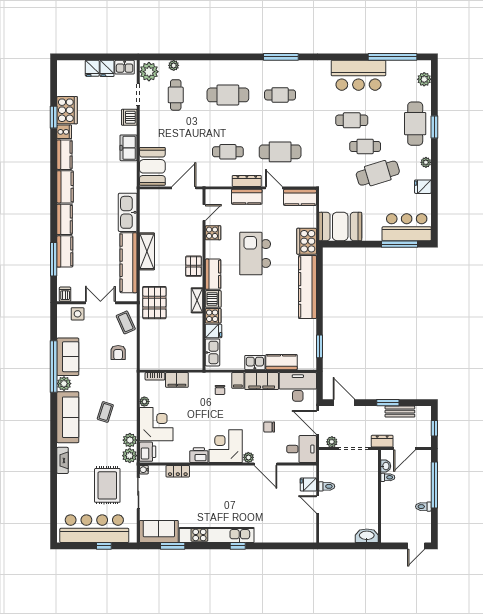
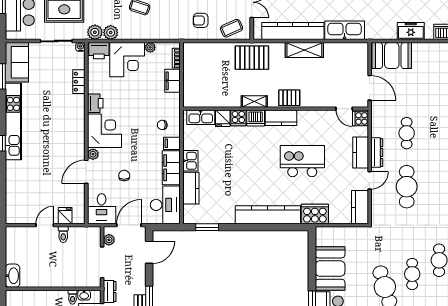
booth: (340, 226) -> (330, 269), moved
cooker: (213, 233) -> (361, 118), moved, turned 90

